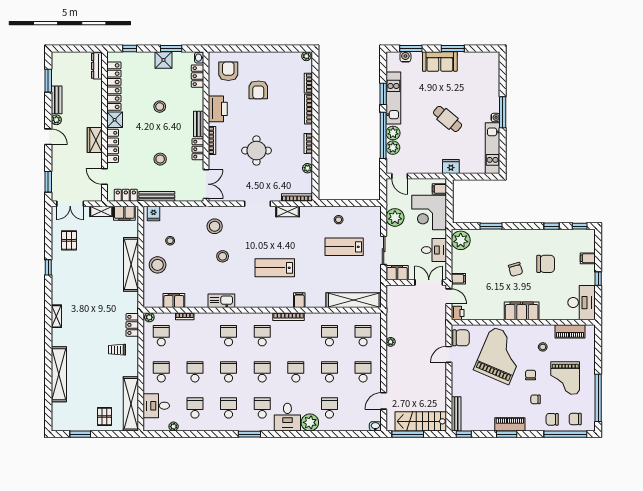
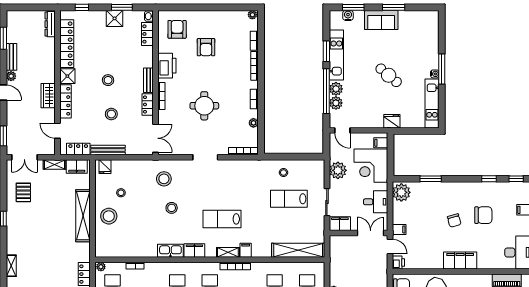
stool: (160, 107) -> (108, 80), moved
shelving: (288, 212) -> (228, 252), moved
filing cabinet: (174, 301) -> (194, 251), moved

